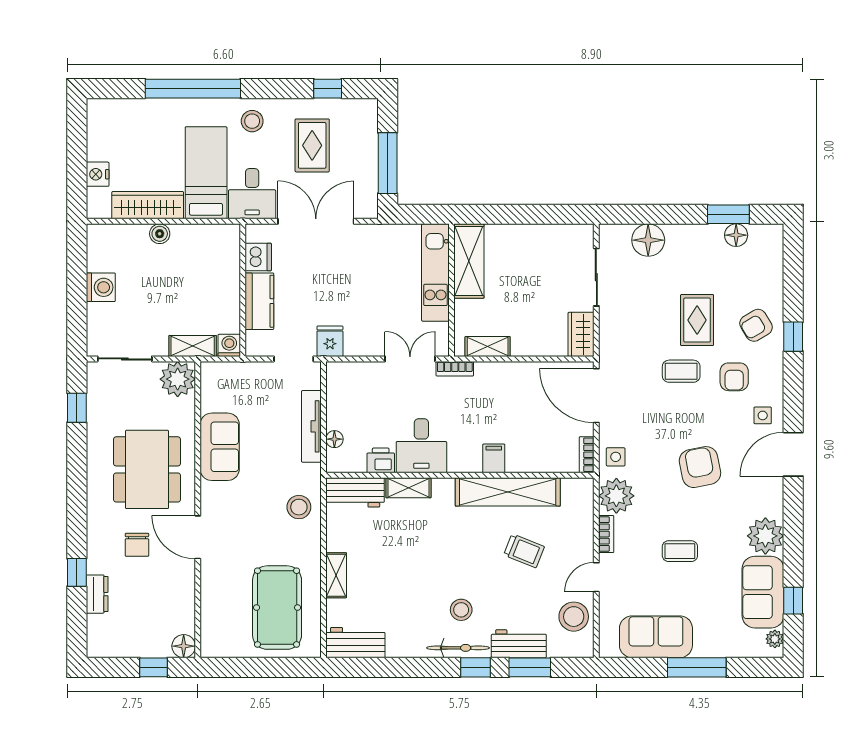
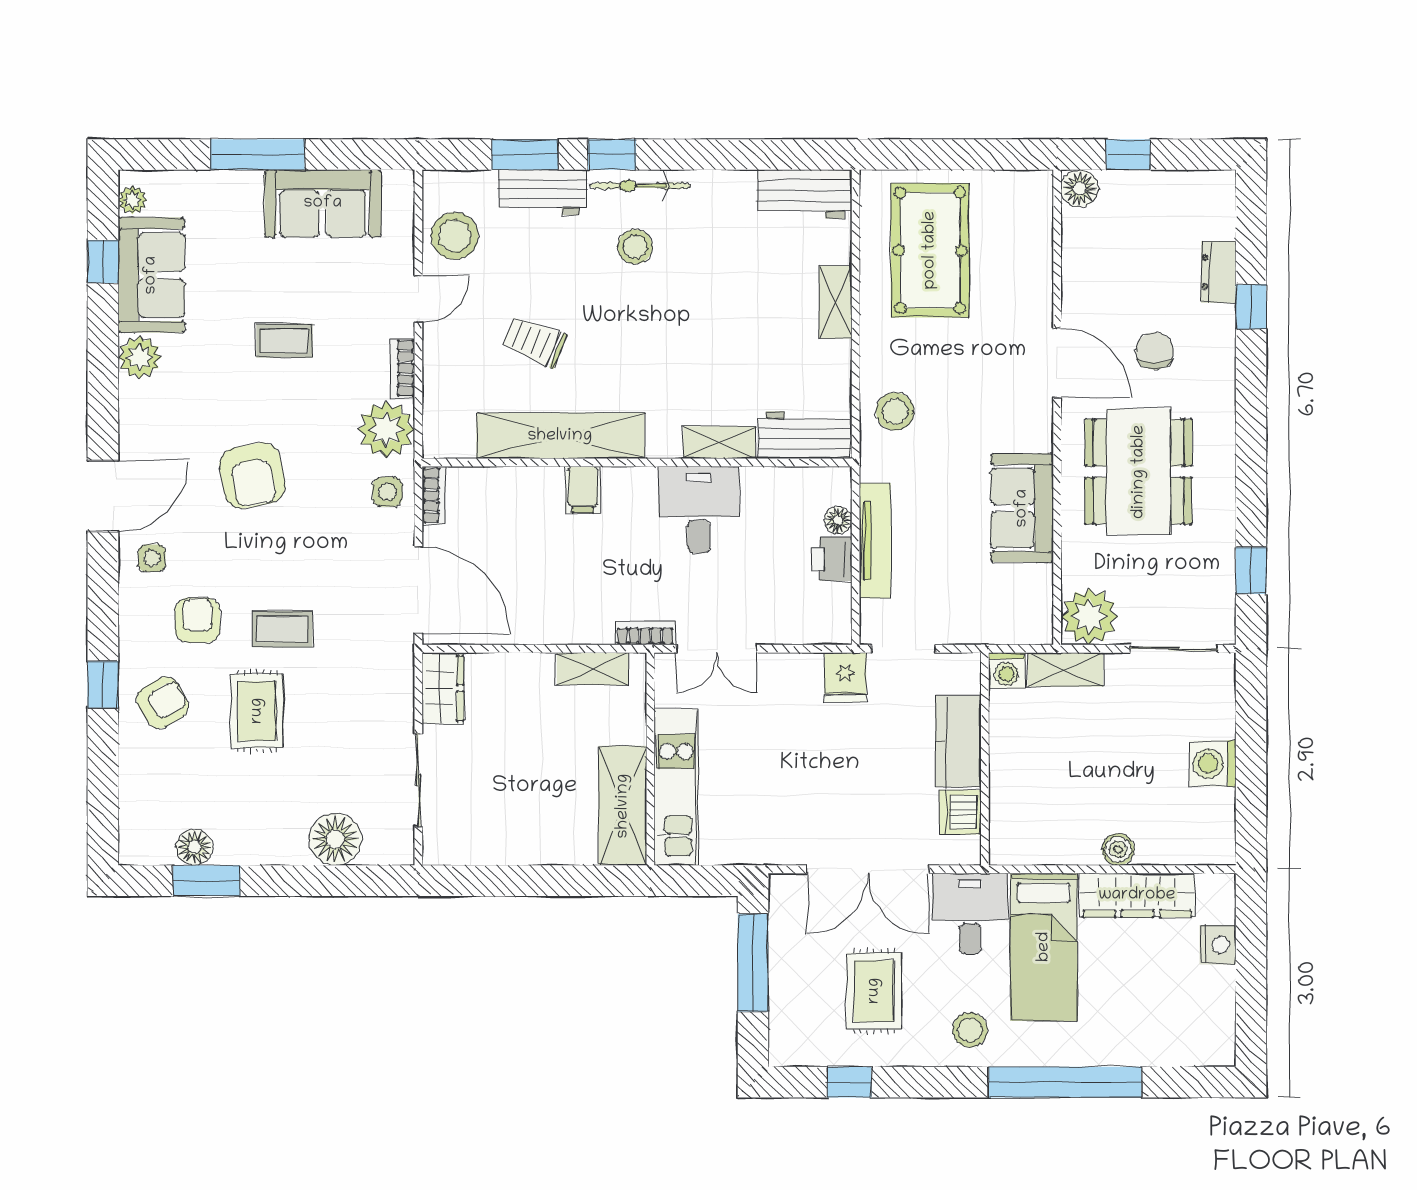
printer: (381, 460) -> (832, 559), moved, turned 90
plant: (765, 536) -> (140, 357), width x0.73, depth x0.73

